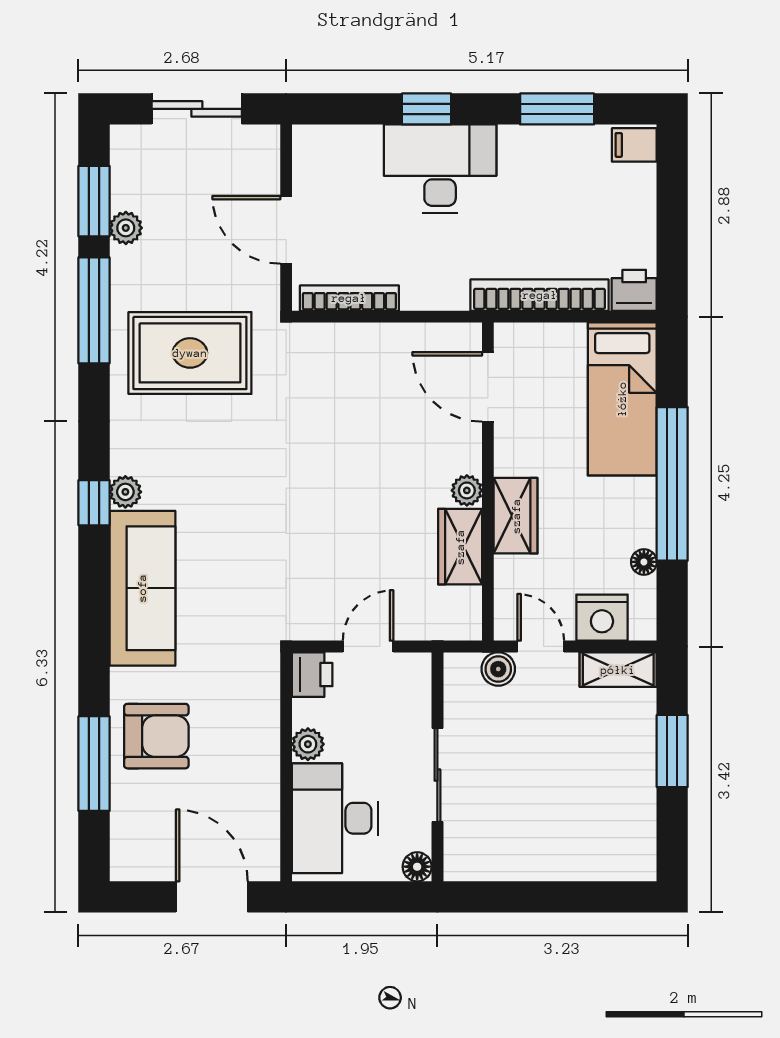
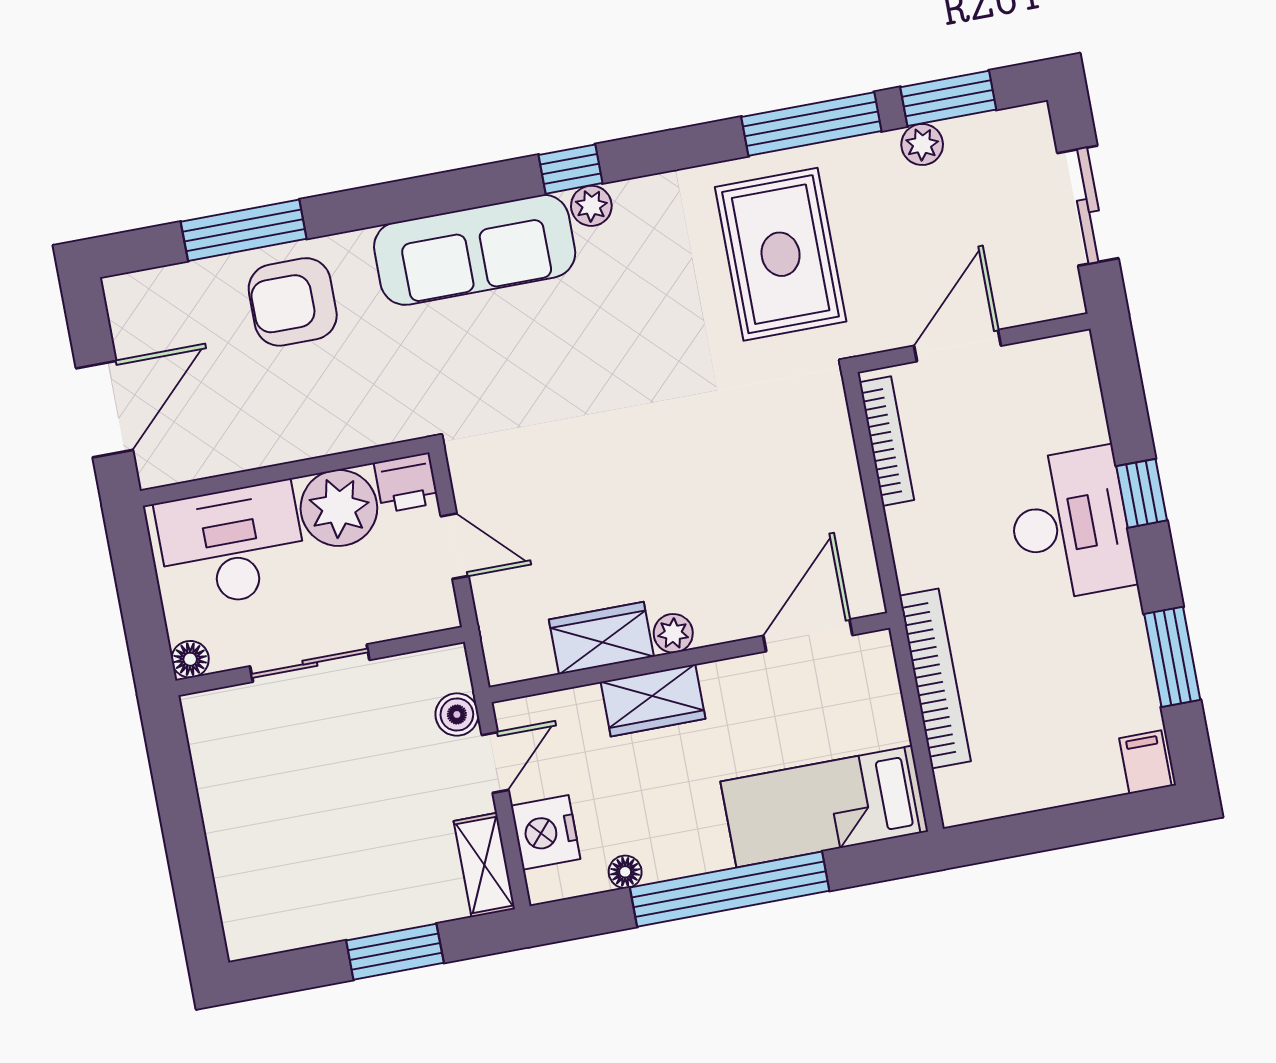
printer: (634, 290) -> (963, 796), removed
armchair: (156, 736) -> (293, 302), turned 90
plant: (308, 744) -> (339, 508), width x1.88, depth x1.88

